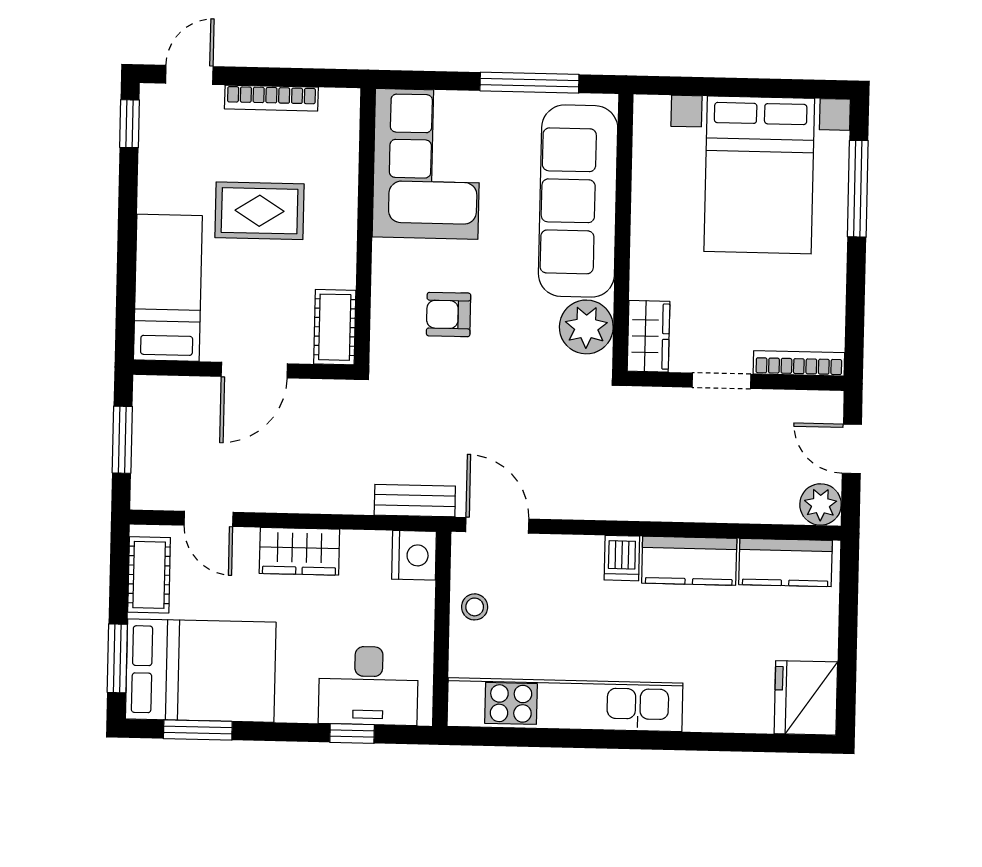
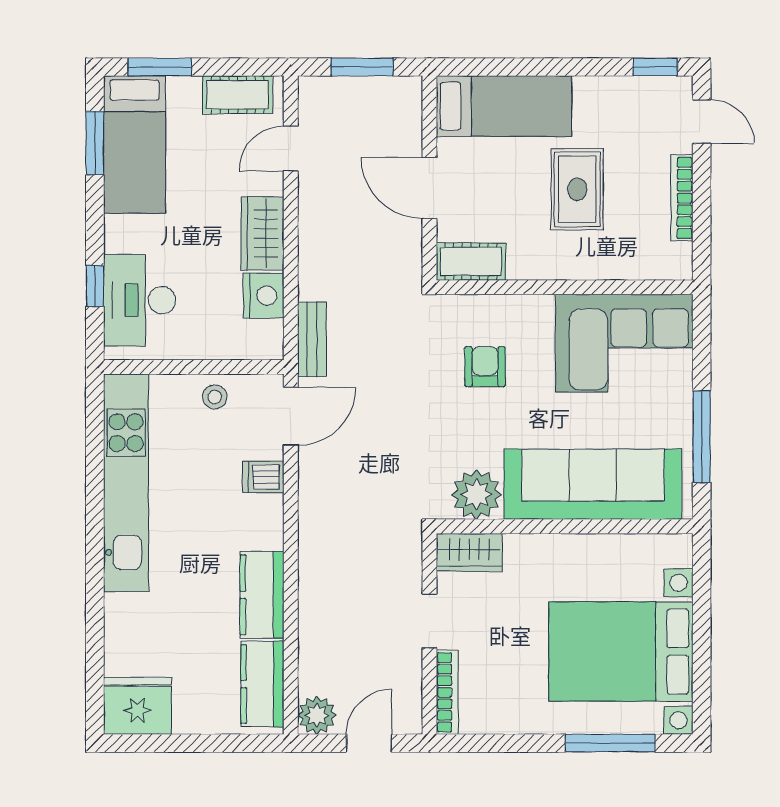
nightstand: (414, 555) -> (264, 296), moved, turned -90
dishwasher: (622, 558) -> (263, 477), moved
bed: (201, 671) -> (135, 145), width x0.67

